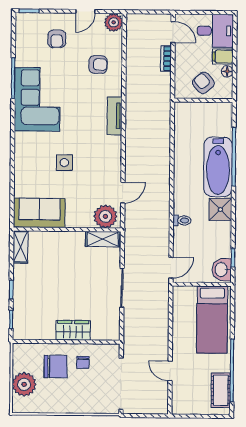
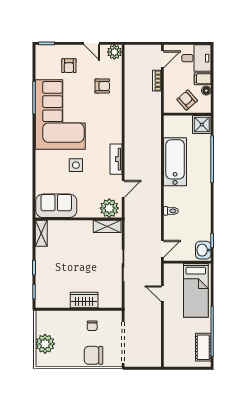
door: (85, 11) -> (92, 43), hinge flipped
door: (173, 32) -> (162, 59), hinge flipped
corner sofa: (37, 99) -> (60, 114), width x1.36, depth x1.36
tv unit: (115, 116) -> (116, 159), moved
bathtub: (218, 167) -> (175, 162), moved, turned 180
shower: (220, 209) -> (202, 125), moved
chair: (56, 367) -> (93, 355), moved, turned 180
door: (170, 371) -> (162, 294), moved

